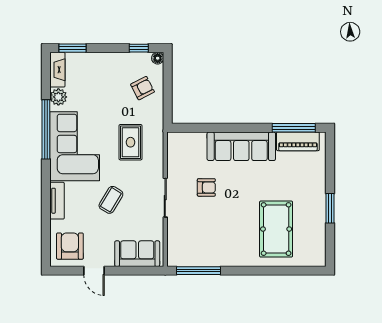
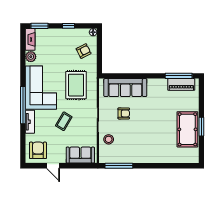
window: (139, 48) -> (68, 26), moved
window: (46, 129) -> (23, 105), moved
rug: (130, 142) -> (76, 85), width x1.36, depth x1.43
sofa: (241, 146) -> (125, 88), moved
stool: (182, 229) -> (109, 139), added
pool table: (276, 229) -> (187, 129), moved

